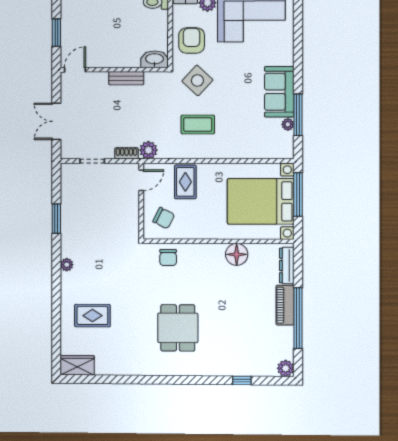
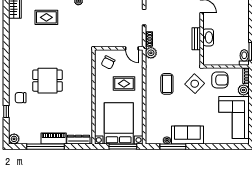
washbasin: (155, 59) -> (208, 37), moved
rug: (185, 182) -> (124, 84), moved
floor lamp: (237, 254) -> (85, 108), removed
chair: (168, 258) -> (21, 98), moved
rug: (92, 316) -> (46, 17), turned 90
dining table: (178, 328) -> (48, 81), moved

